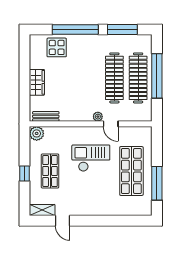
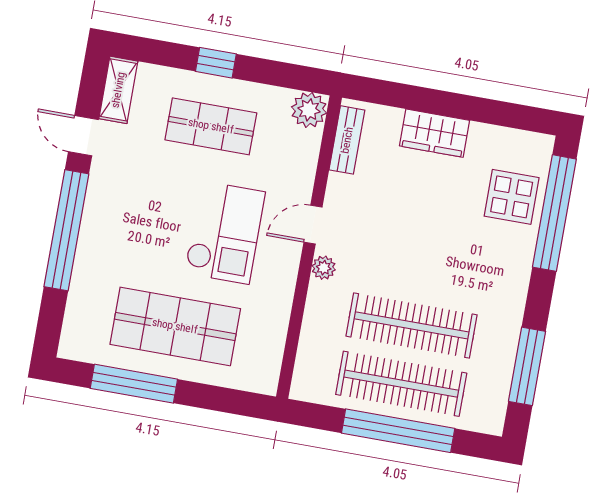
window: (75, 29) -> (554, 213), moved
door: (111, 124) -> (313, 225), moved
door: (63, 221) -> (83, 136), hinge flipped
window: (101, 221) -> (66, 230), added

